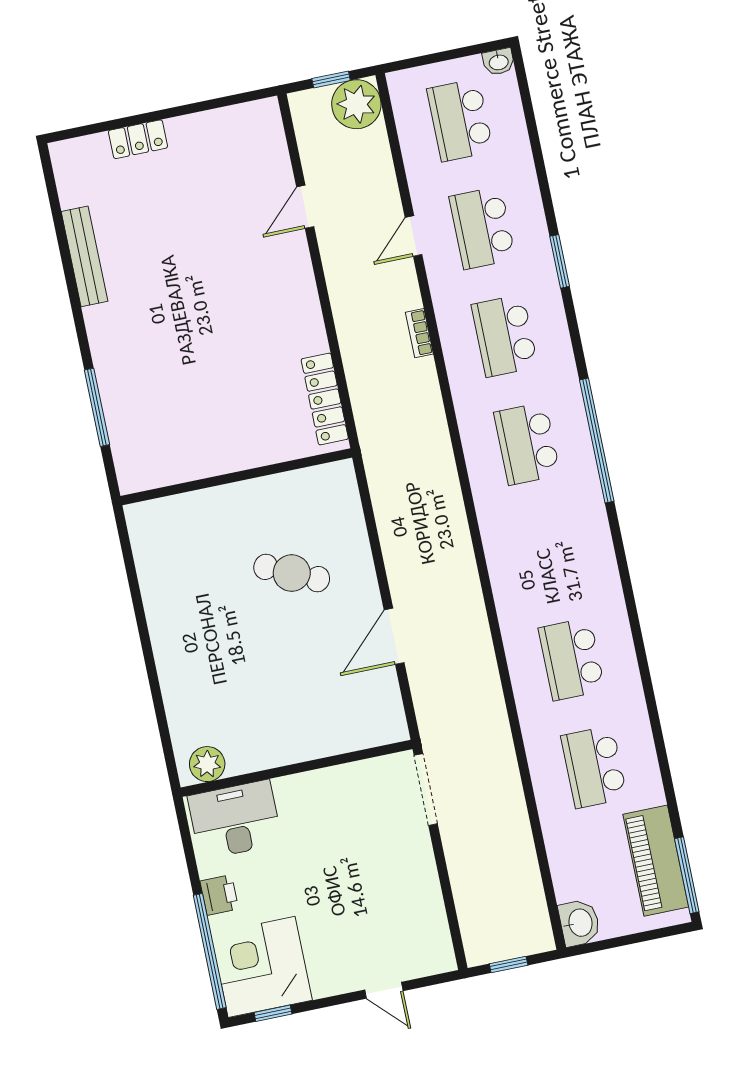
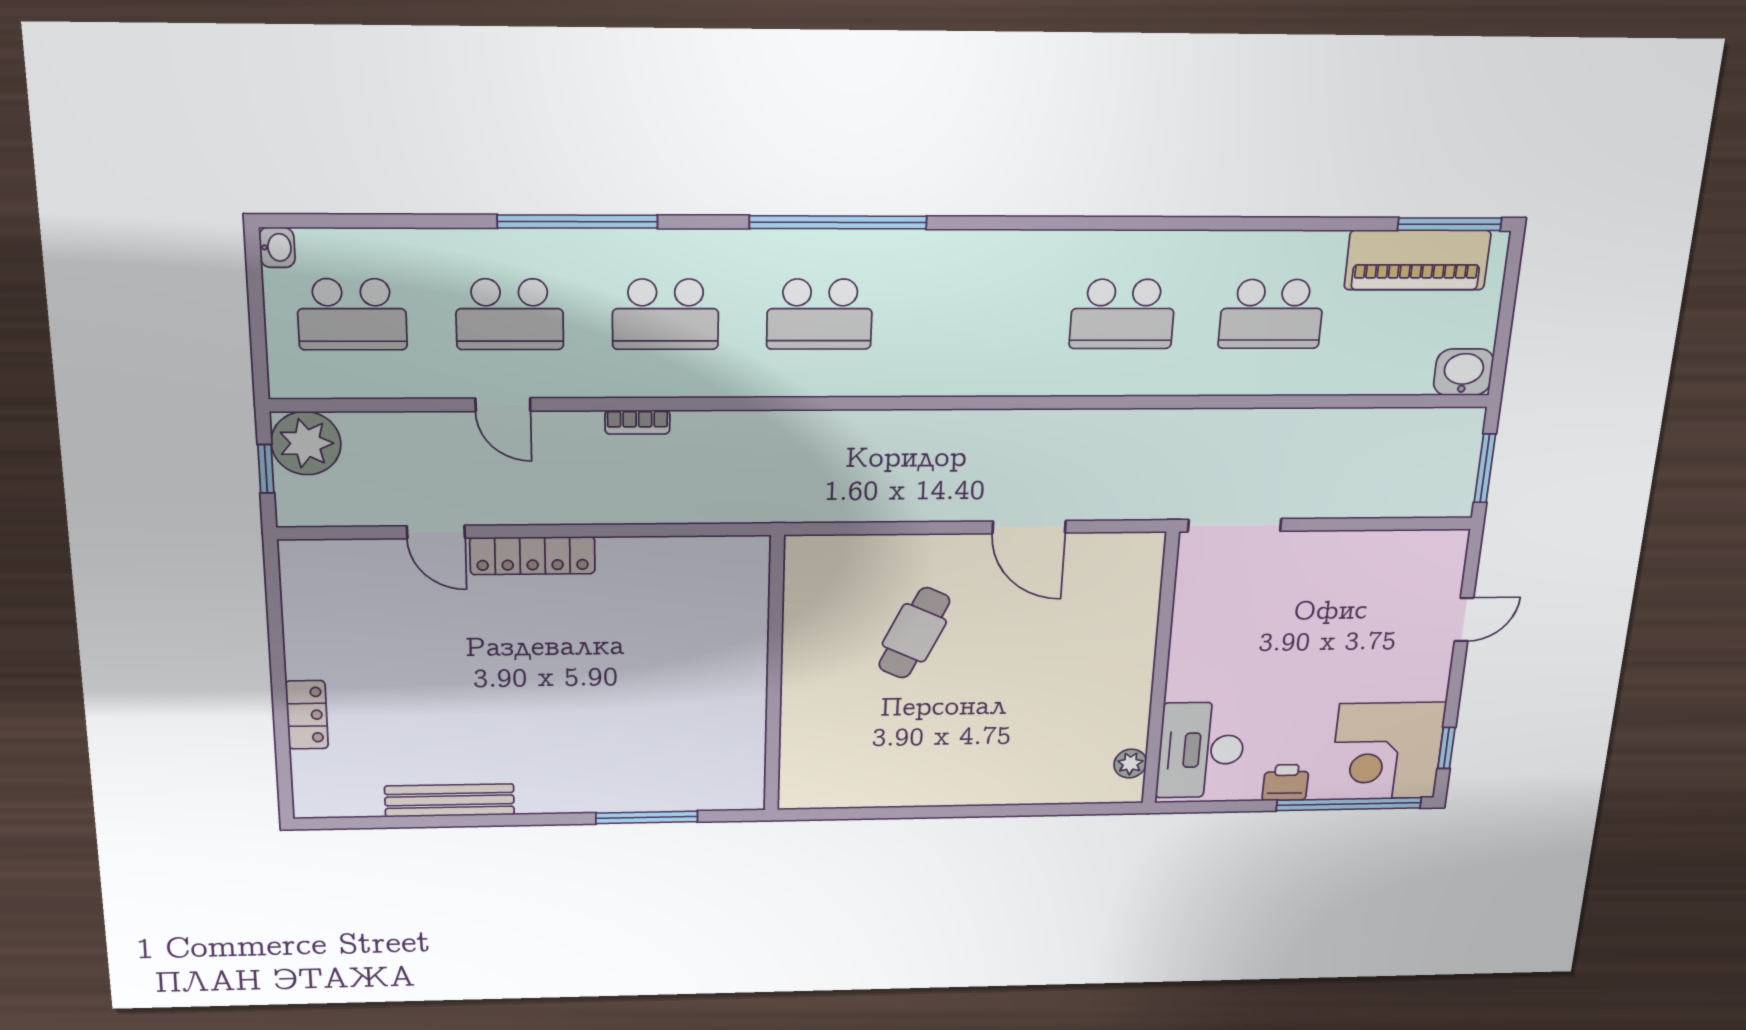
window: (560, 261) -> (578, 222), width x2.11
locker: (325, 399) -> (532, 556), moved
plant: (207, 764) -> (1130, 764), width x0.73, depth x0.73
window: (509, 964) -> (1485, 468), width x1.50

